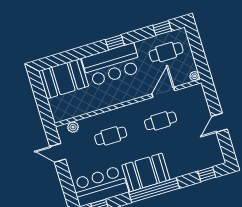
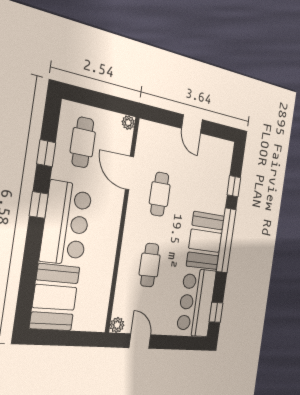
window: (162, 28) -> (46, 153), moved
plant: (73, 127) -> (117, 325), moved
door: (58, 153) -> (140, 341), swing flipped
window: (207, 174) -> (234, 186), moved

